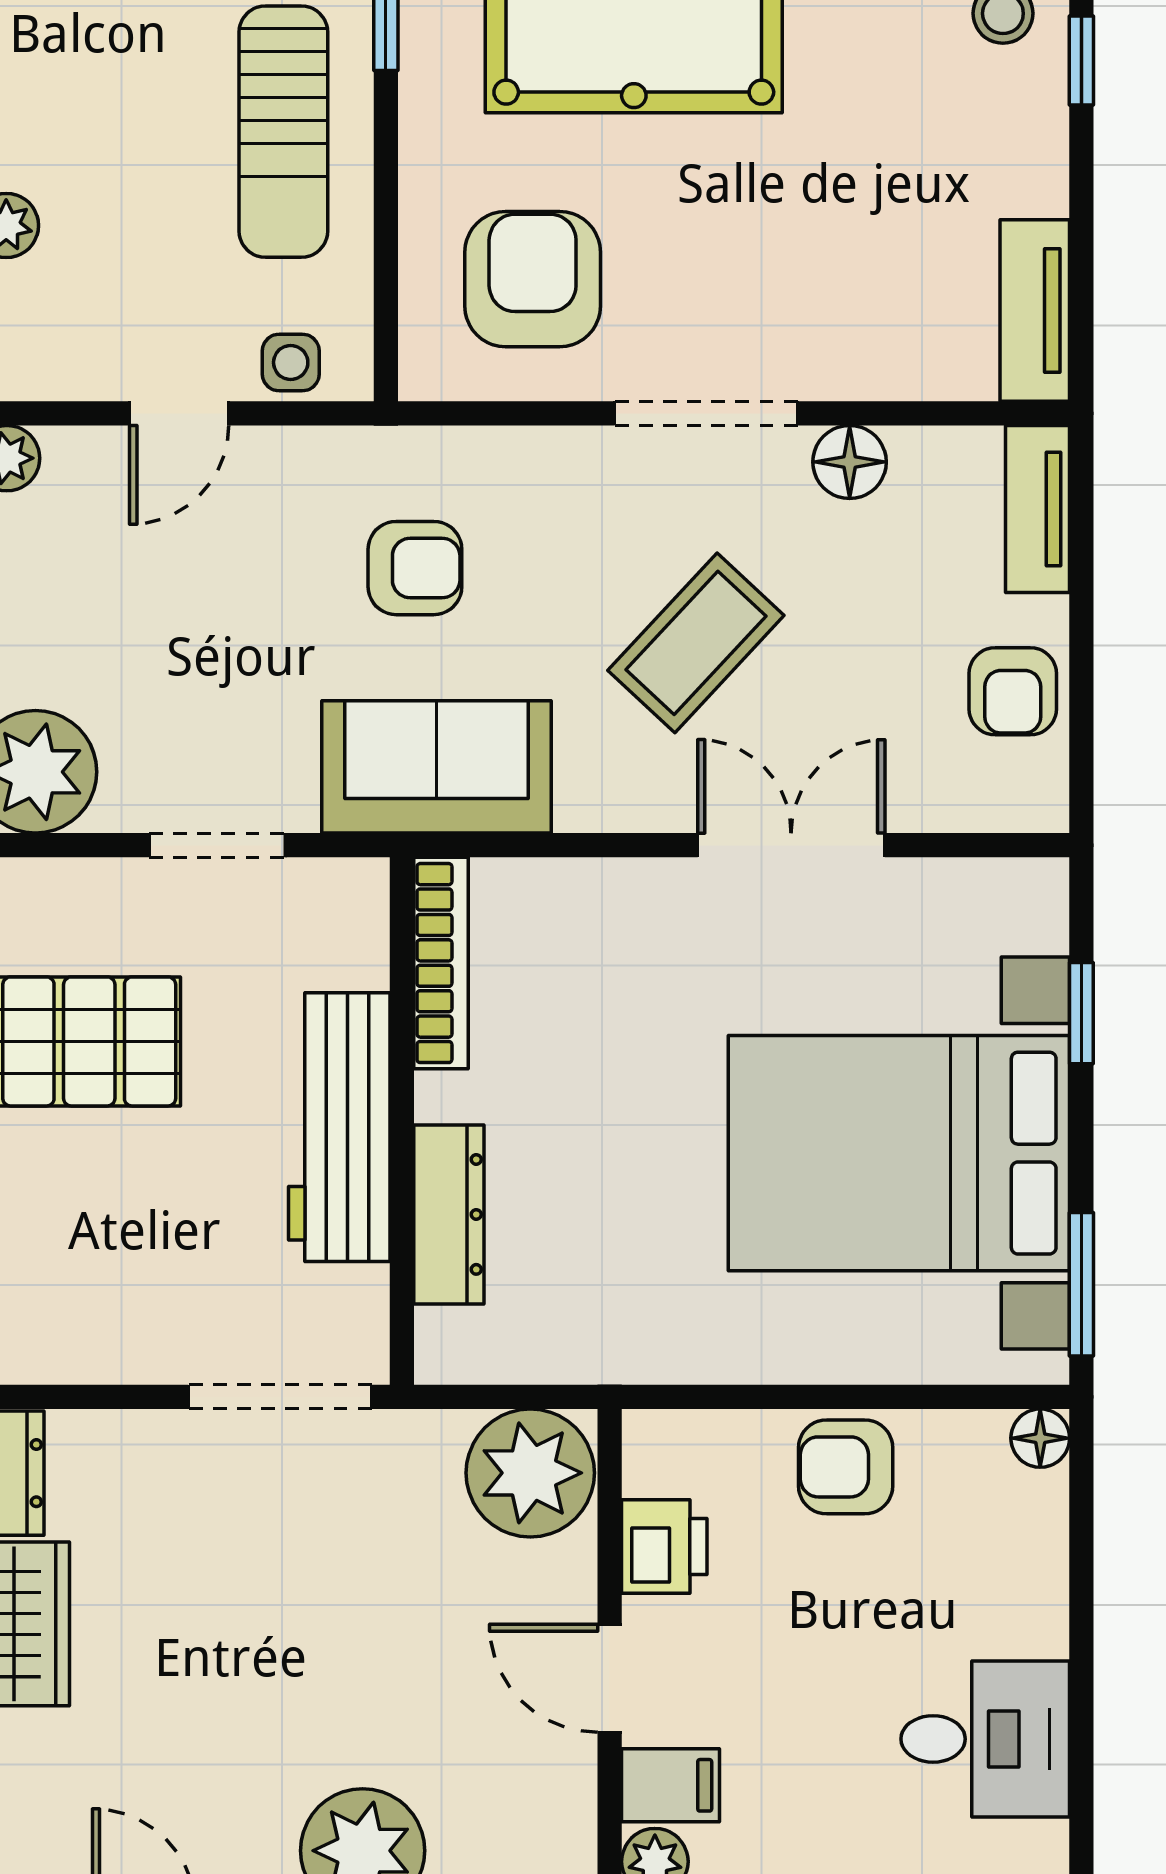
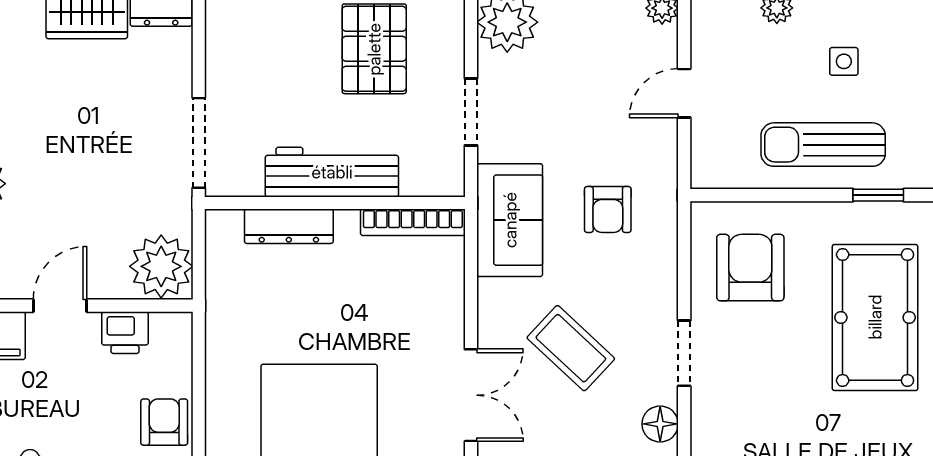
armchair: (533, 279) -> (750, 268), turned -90
side table: (291, 362) -> (844, 61), moved
door: (179, 413) -> (684, 93), hinge flipped
doorway: (706, 413) -> (684, 353), width x0.73

